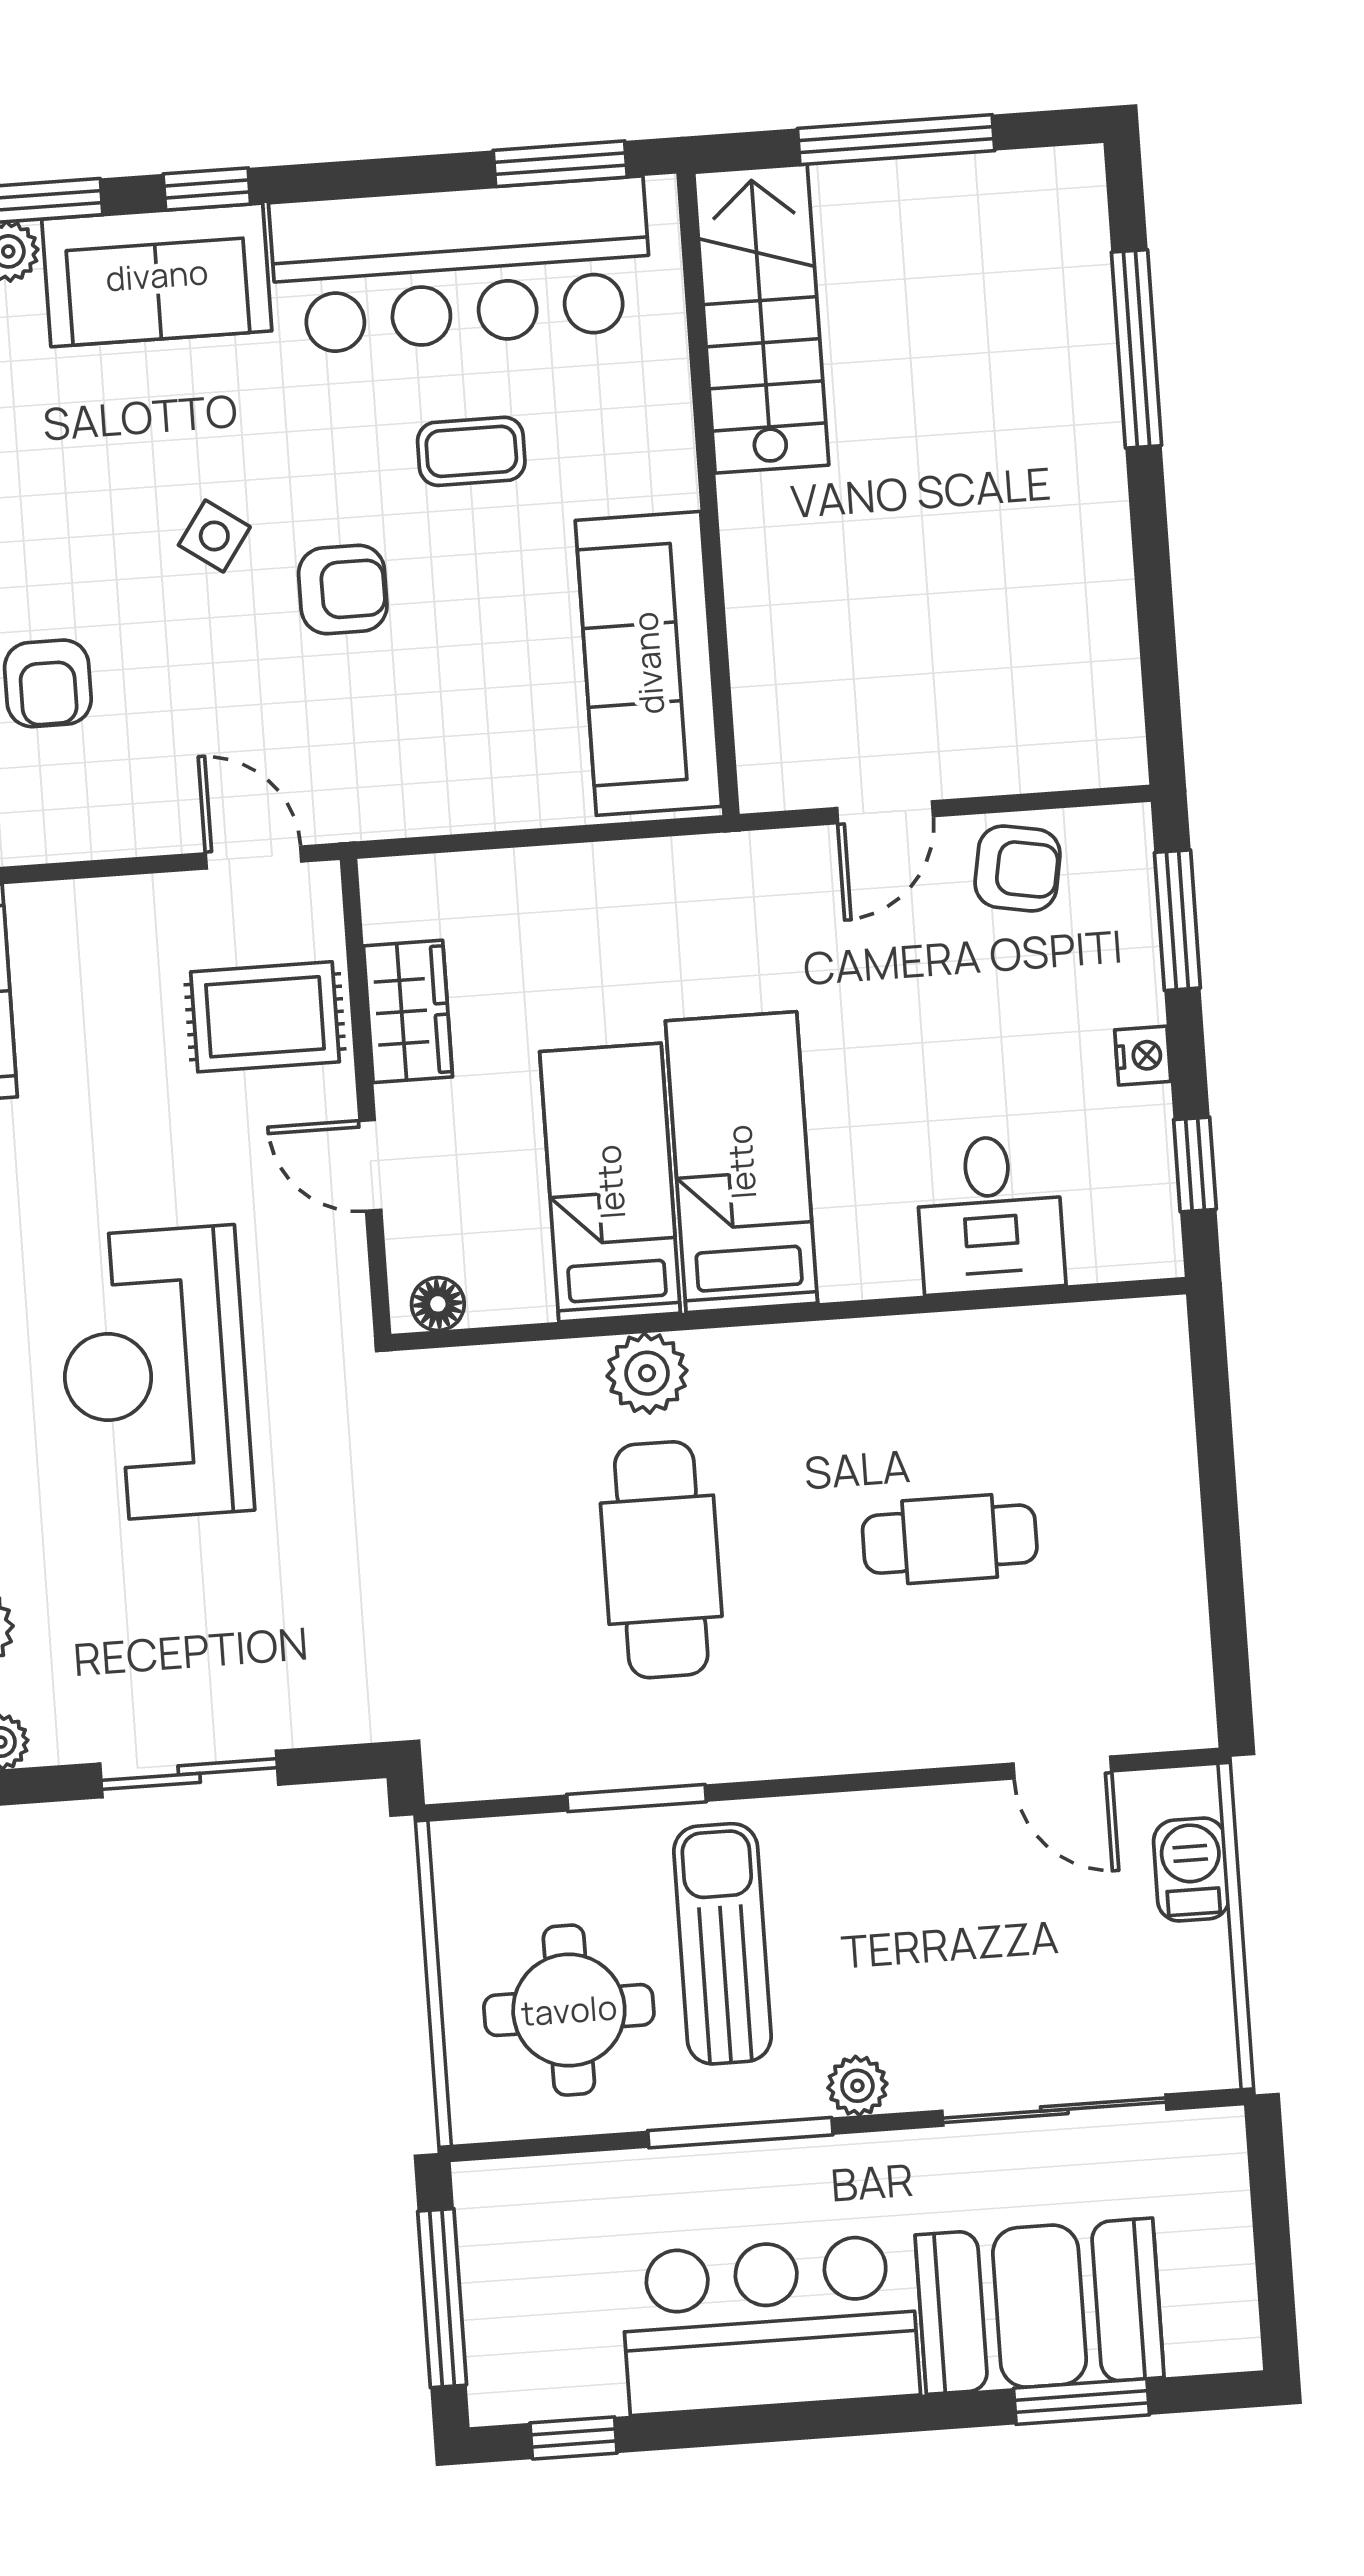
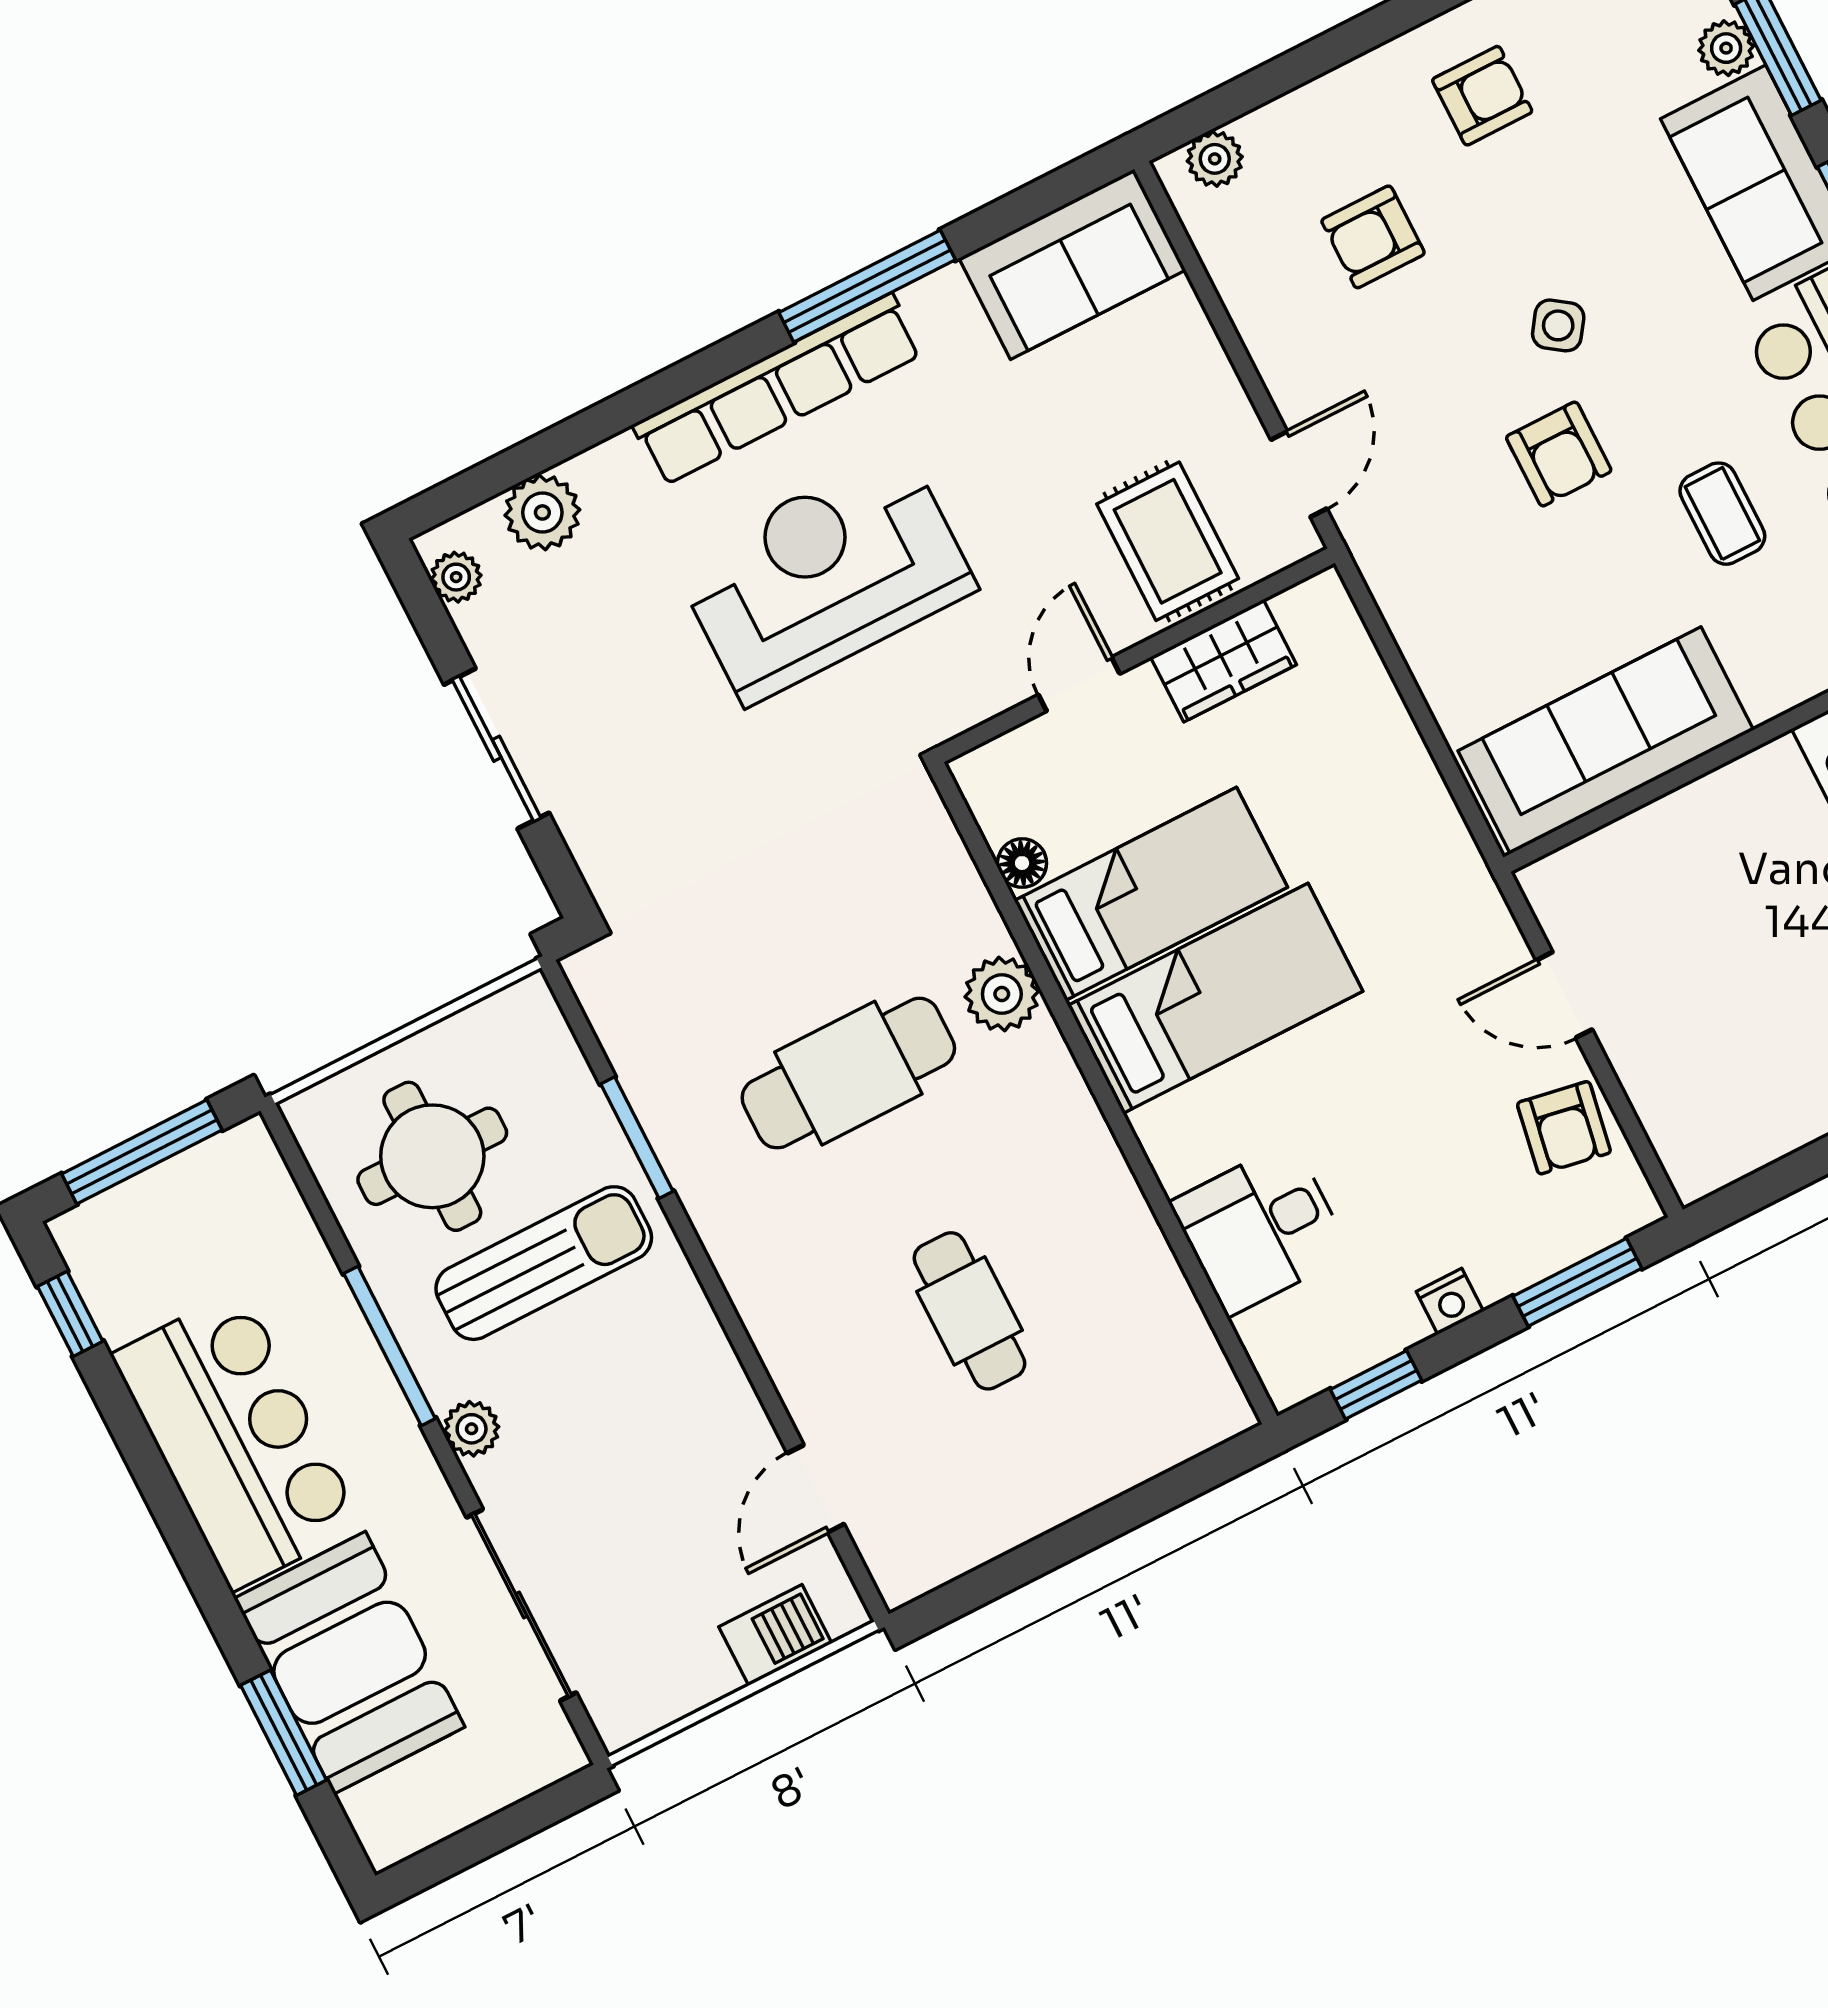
floor lamp: (438, 1304) -> (1022, 863), moved

